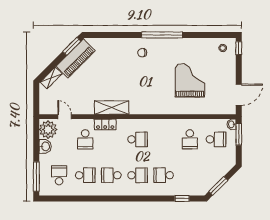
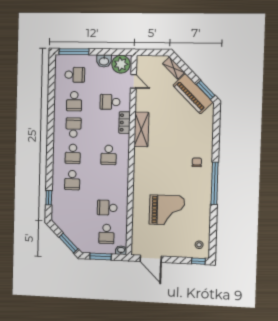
door: (65, 117) -> (133, 81), hinge flipped
window: (239, 134) -> (101, 256), moved
school desk: (164, 175) -> (72, 180), turned 180
window: (218, 186) -> (68, 243), moved

